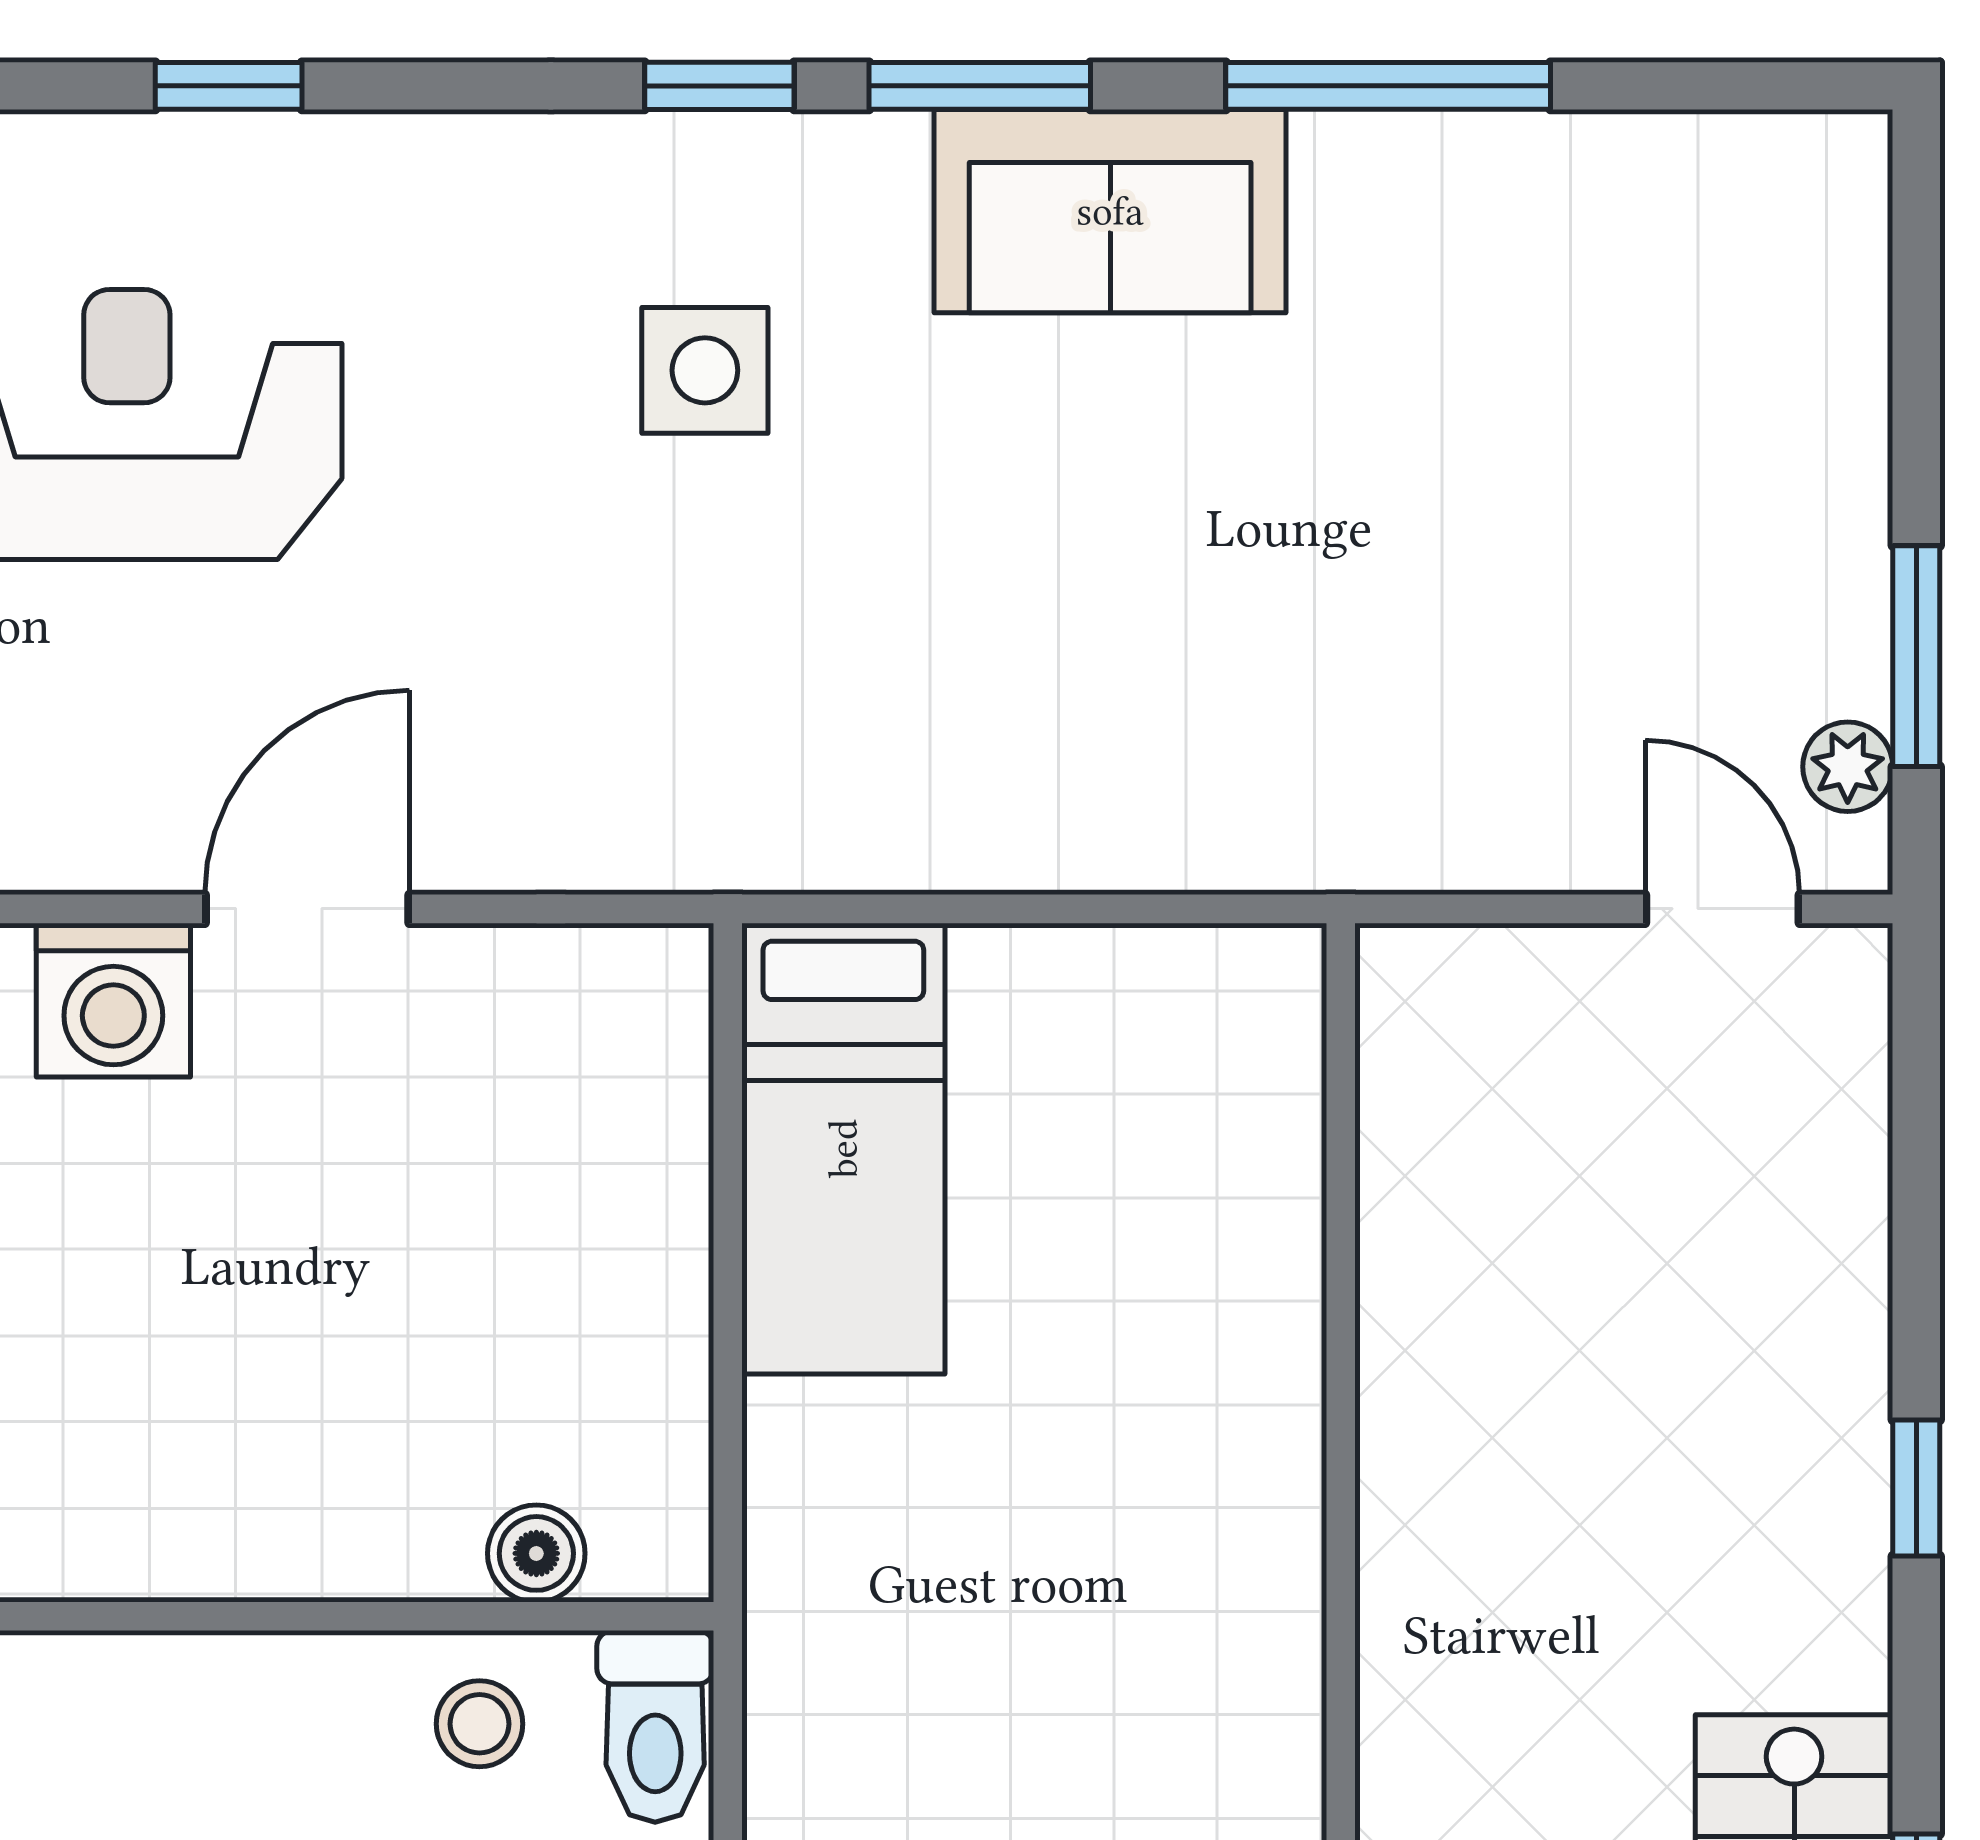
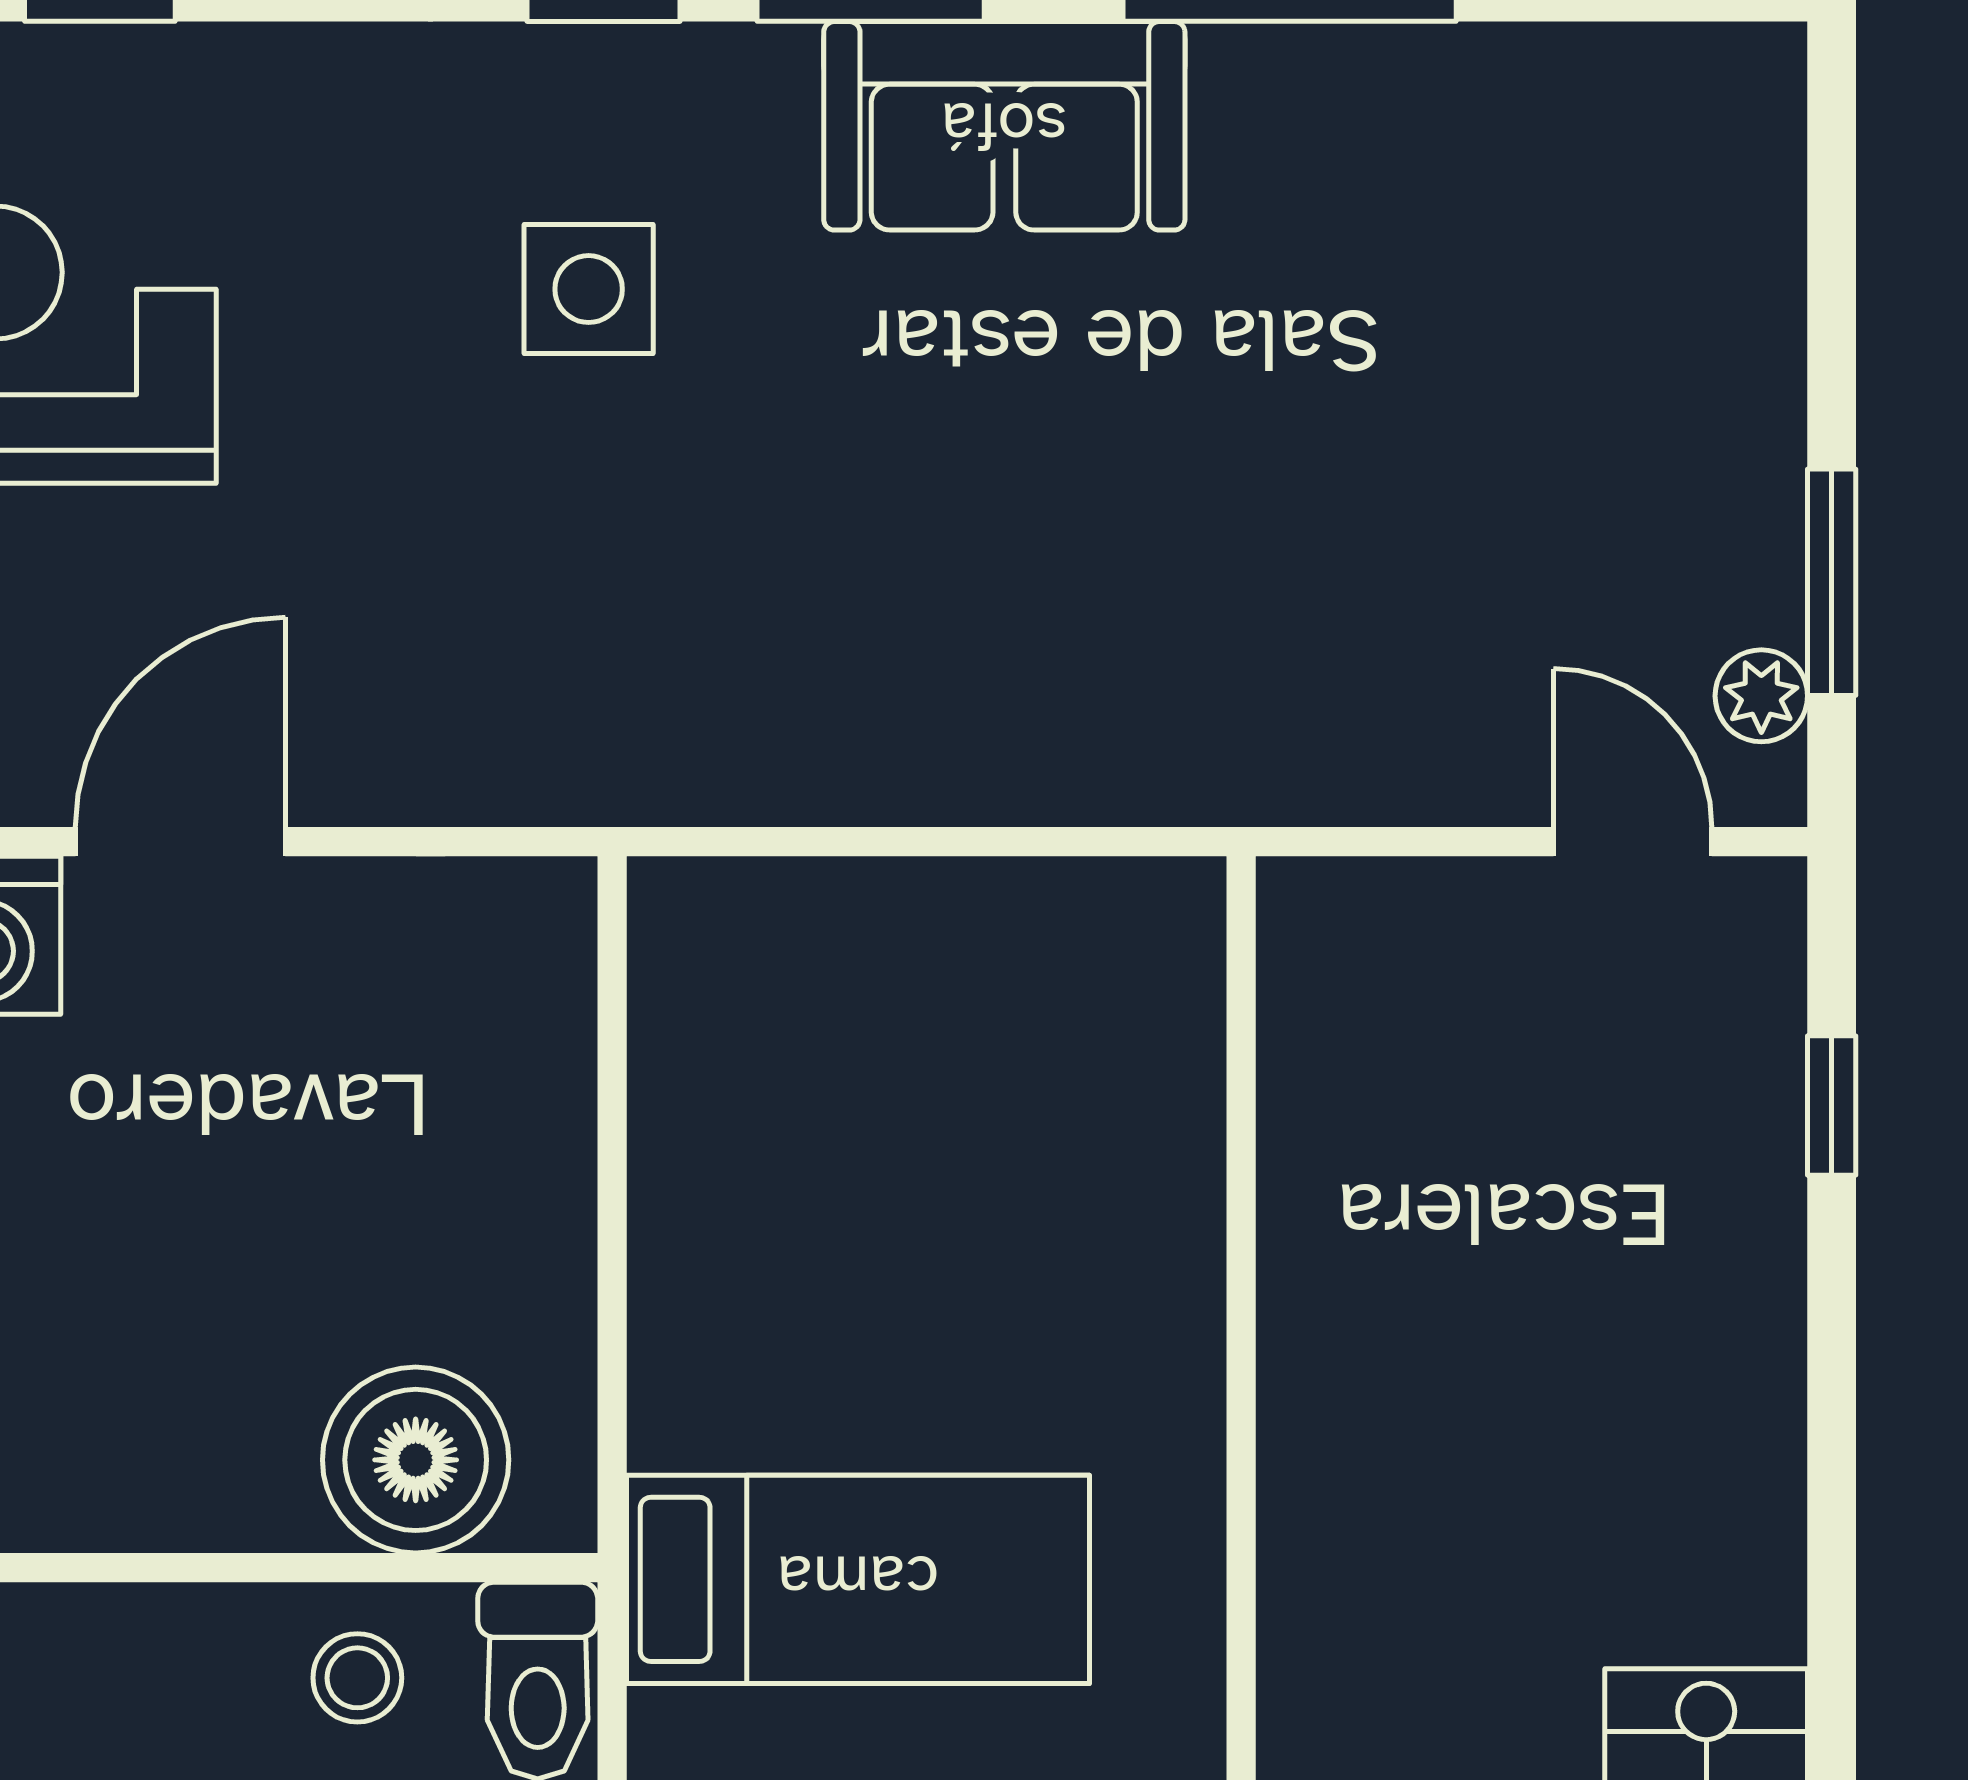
bed: (843, 1149) -> (858, 1579), moved, turned -90
window: (1916, 1488) -> (1832, 1106), moved
boiler: (536, 1553) -> (416, 1460), width x1.86, depth x1.86

